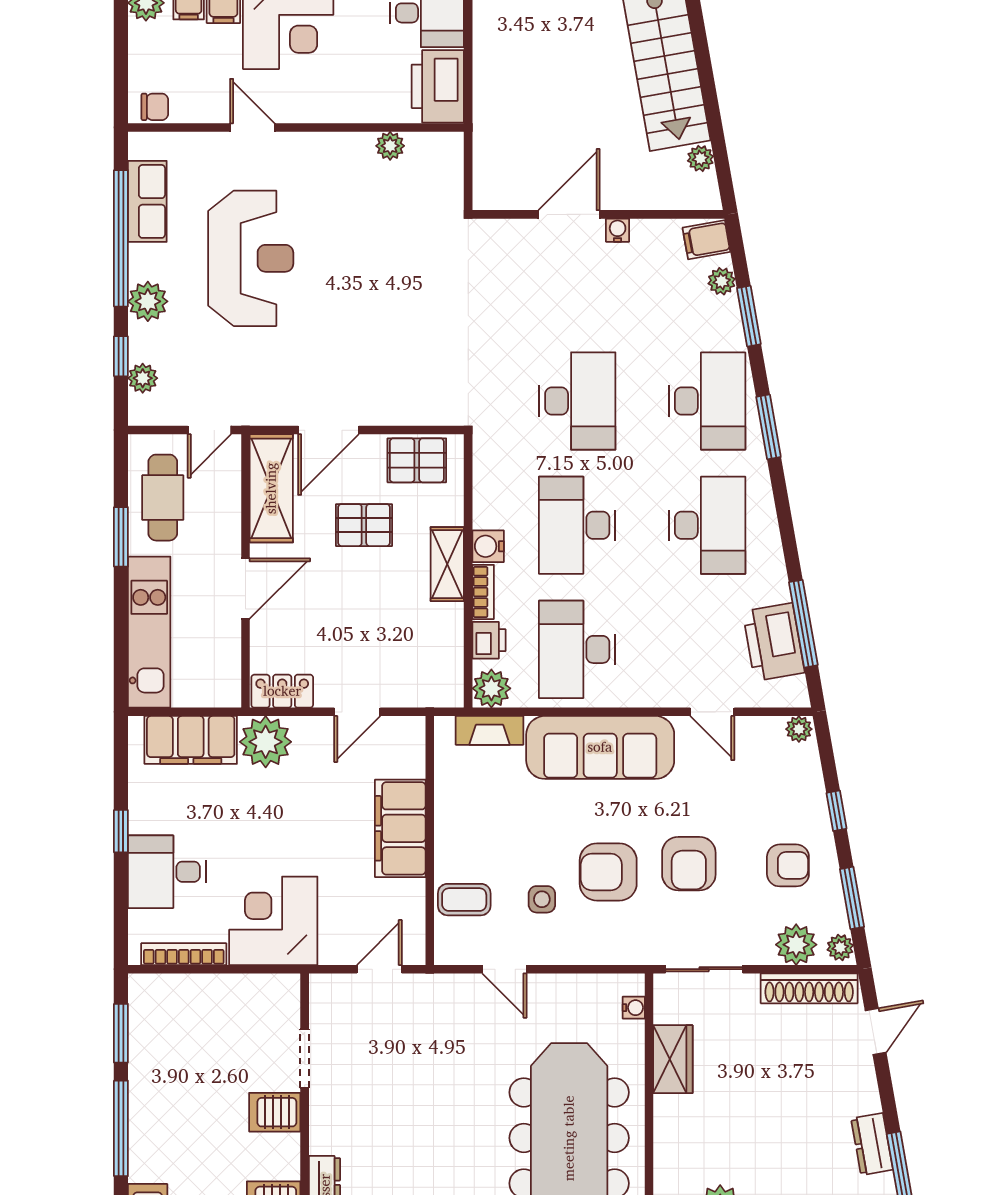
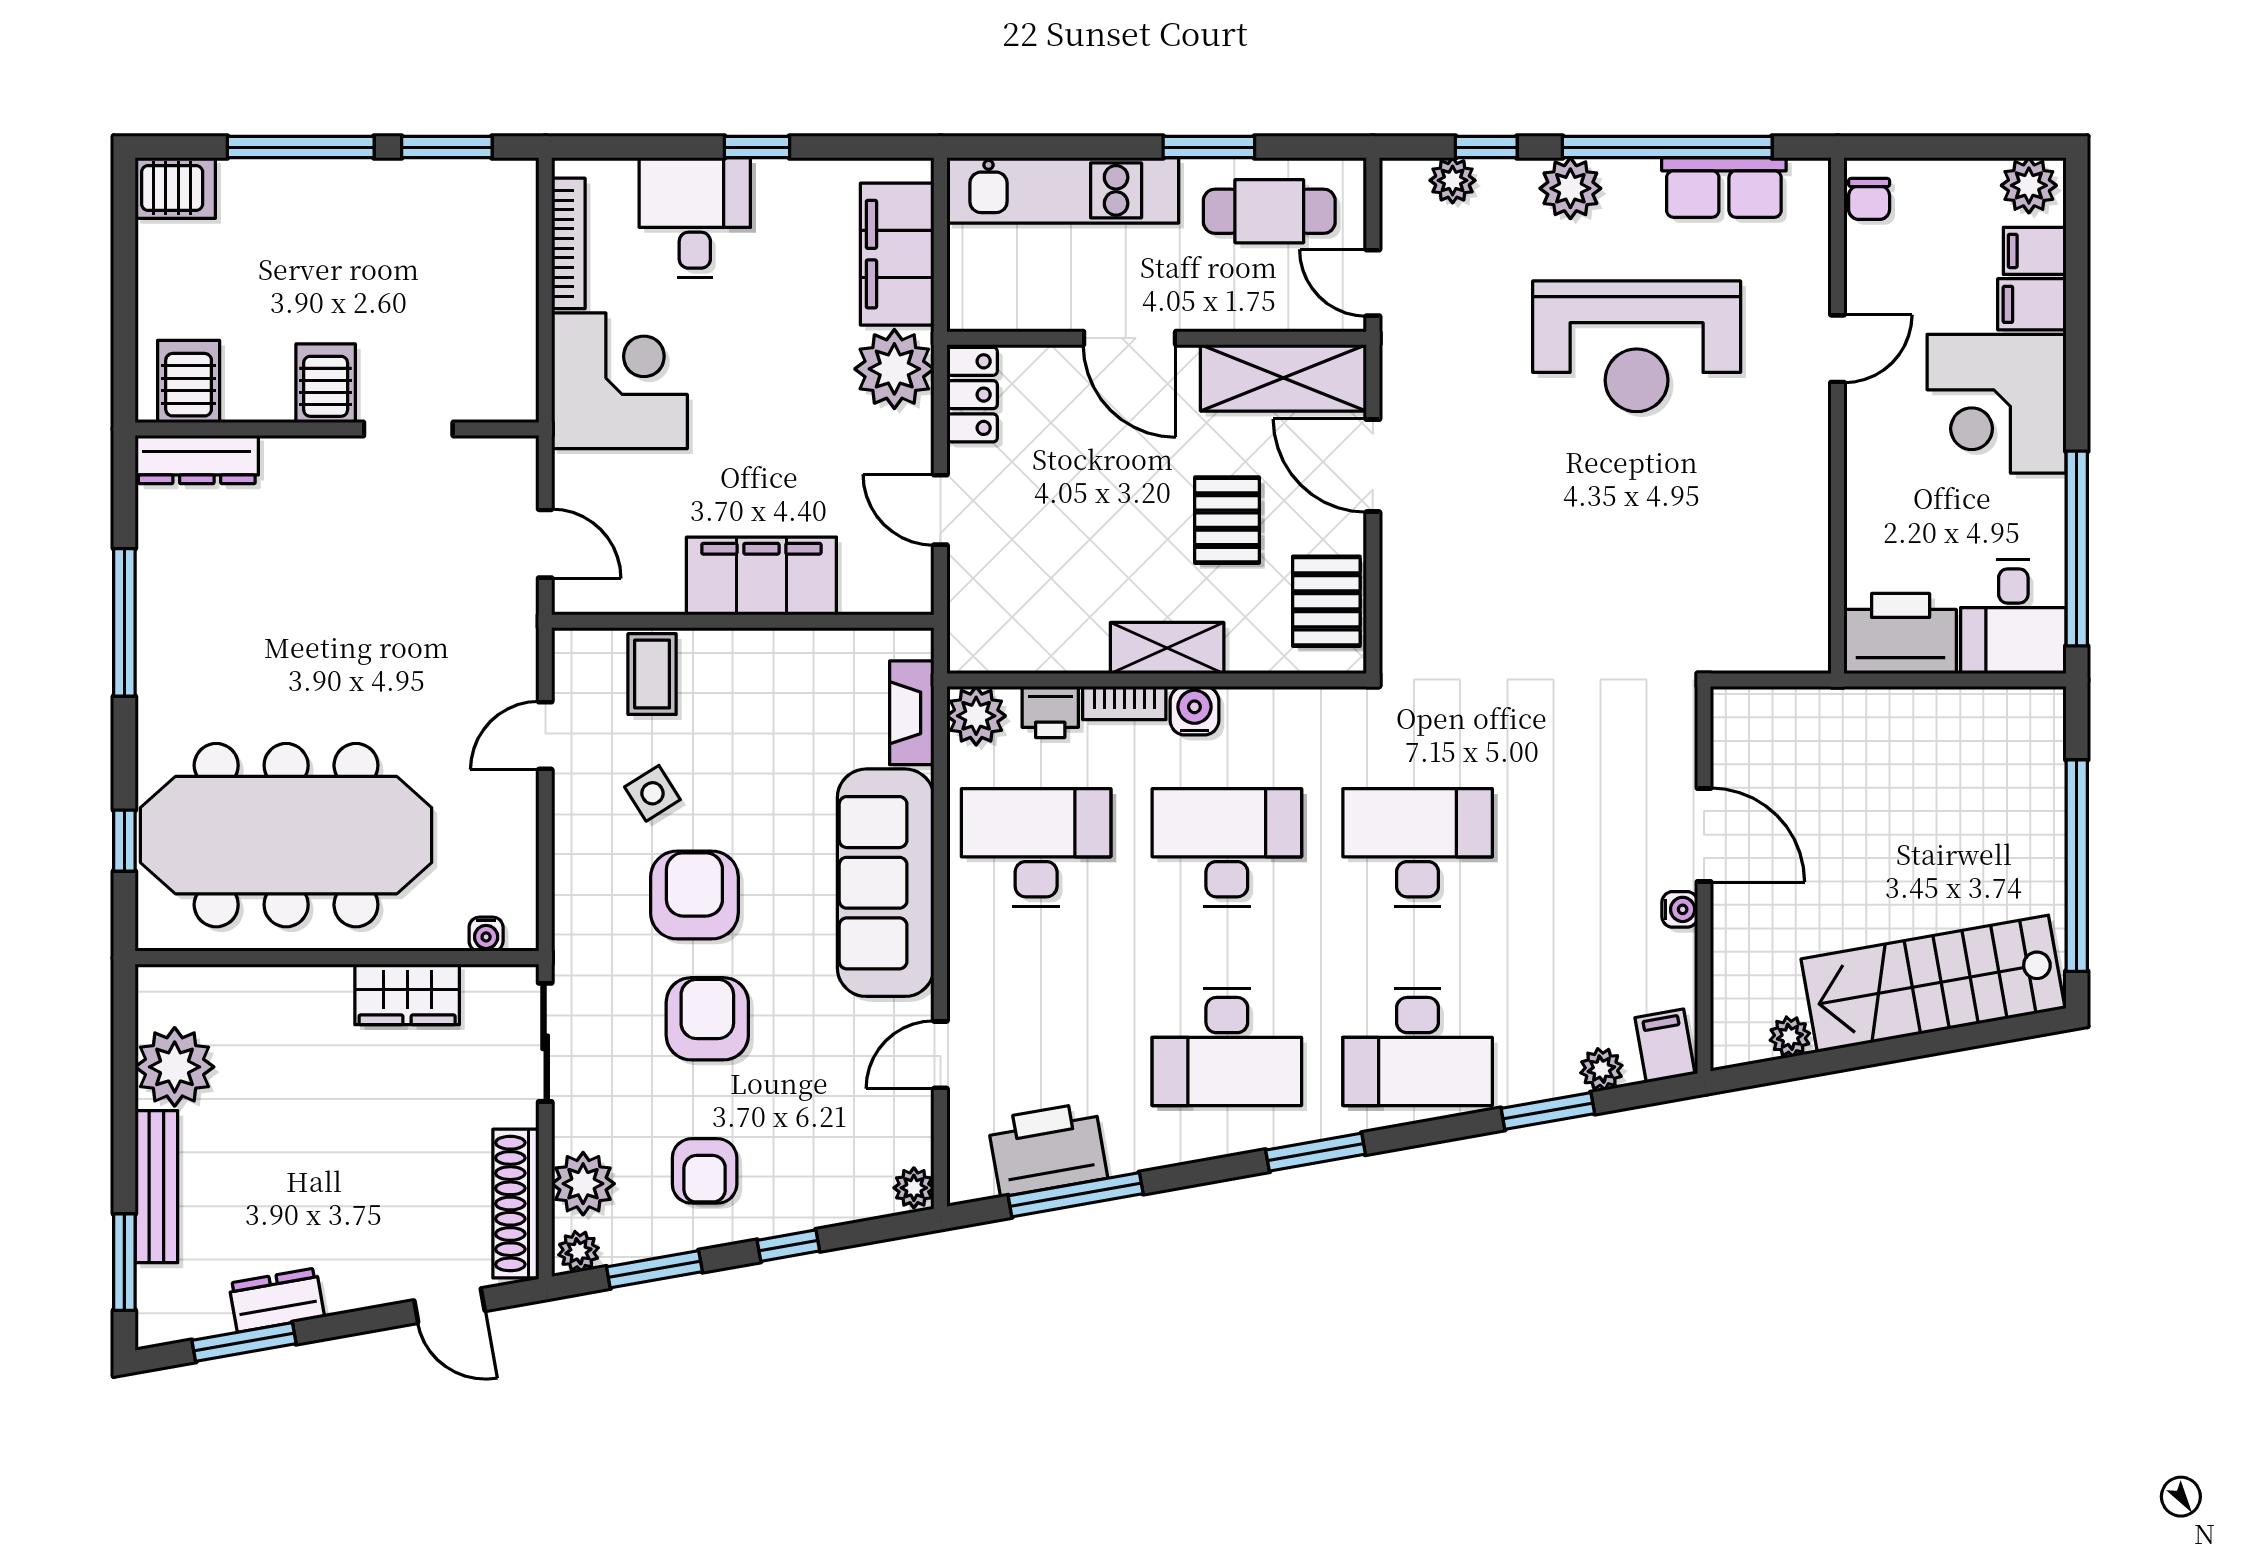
plant: (390, 146) -> (1809, 560), removed
desk: (577, 401) -> (1418, 847), turned 180
window: (768, 427) -> (1316, 1152), moved
armchair: (689, 864) -> (707, 1019), turned 90
side table: (542, 899) -> (652, 793), turned -32

